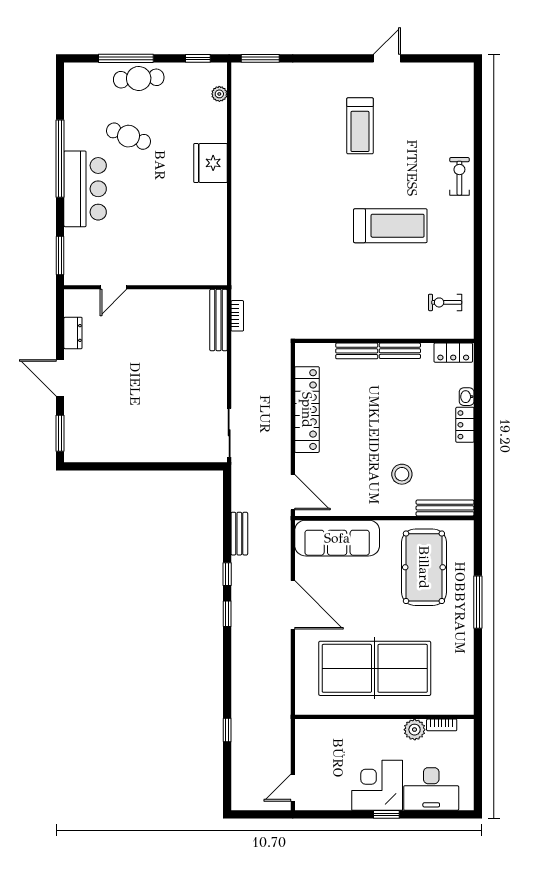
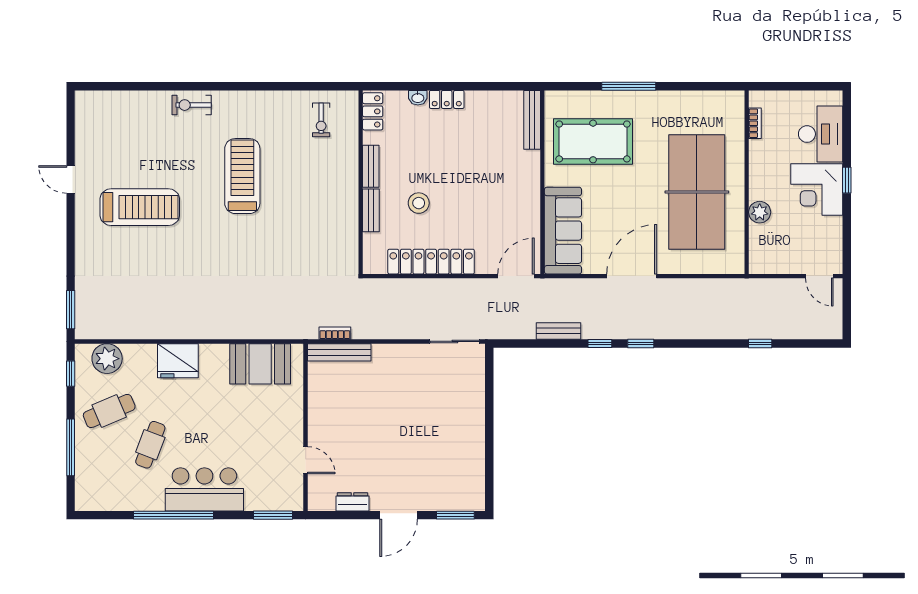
cafe table: (139, 78) -> (109, 411), moved, turned 71
plant: (219, 94) -> (107, 359), width x1.88, depth x1.88
treadmill: (360, 126) -> (140, 207), width x1.37, depth x1.38
booth: (207, 243) -> (260, 364), added
stool: (402, 474) -> (419, 203), moved
plant: (415, 730) -> (760, 212), moved

